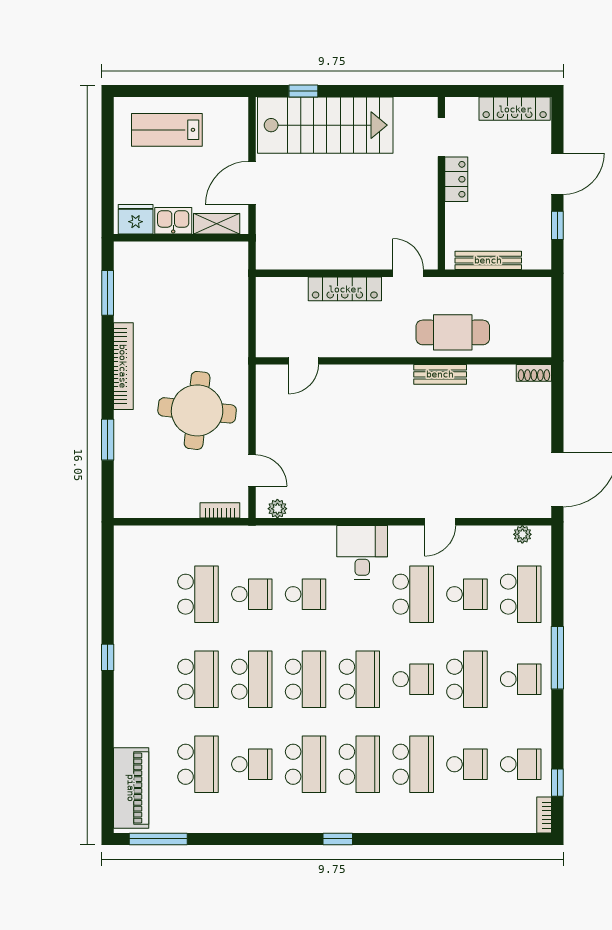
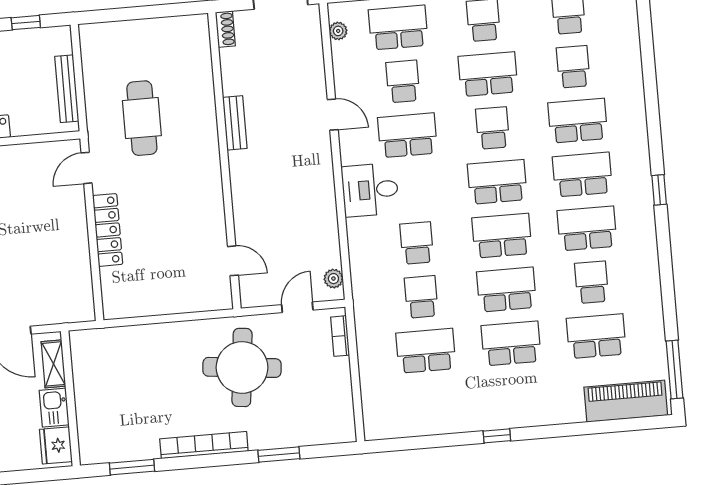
door: (304, 361) -> (233, 261), moved
wall: (403, 361) -> (224, 161), moved
shoe rack: (534, 373) -> (225, 29), moved
bench: (440, 374) -> (235, 123), moved

